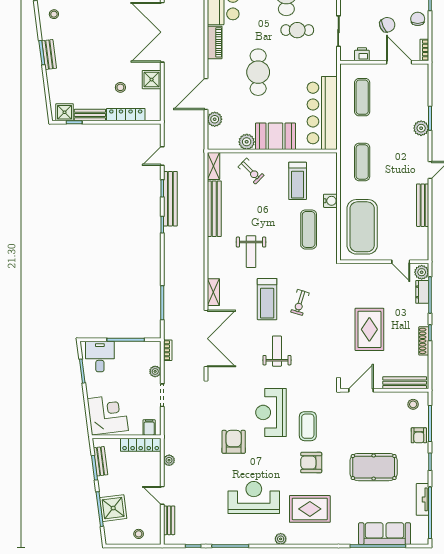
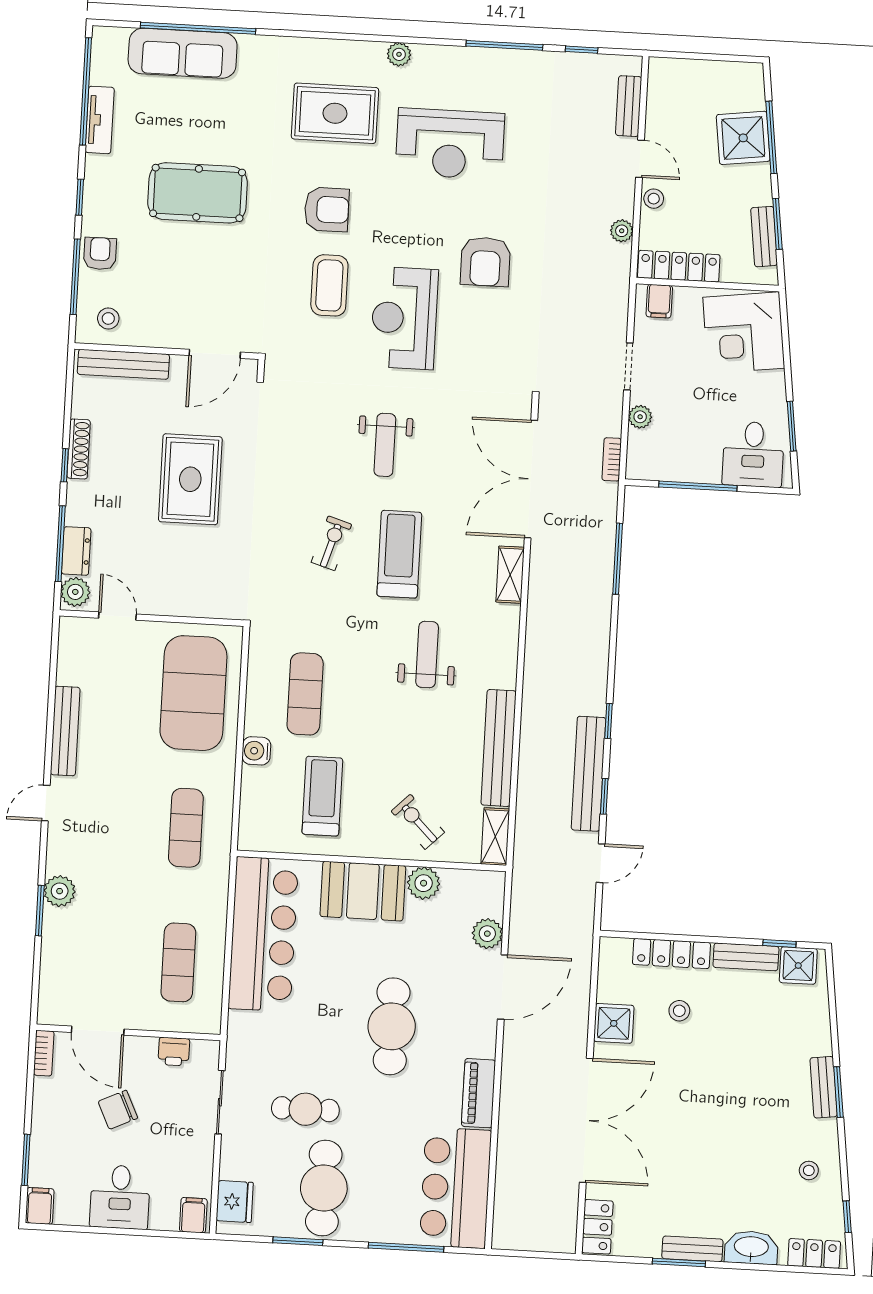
chair: (418, 19) -> (54, 1118), removed
reception desk: (271, 412) -> (404, 318), turned 180
stool: (139, 534) -> (654, 199), moved

